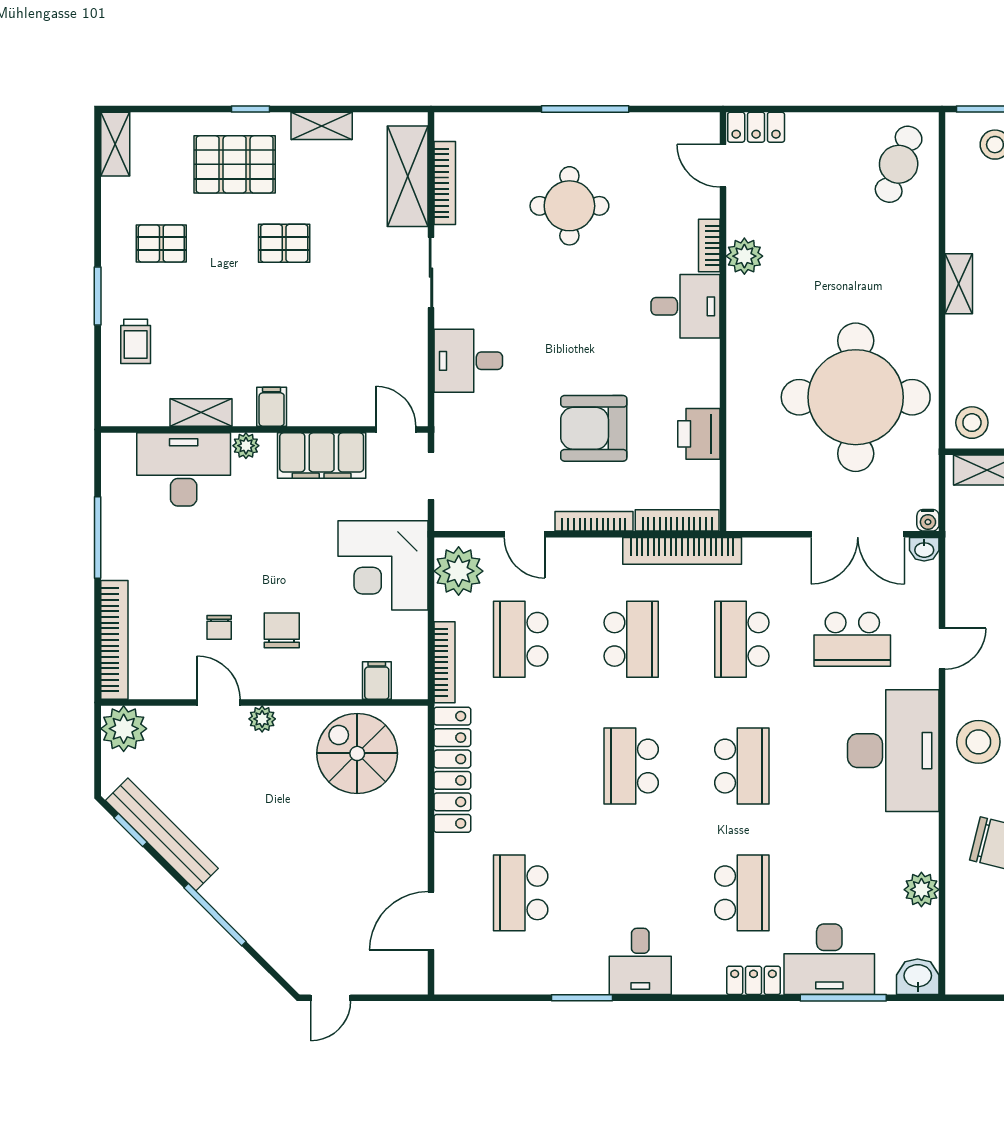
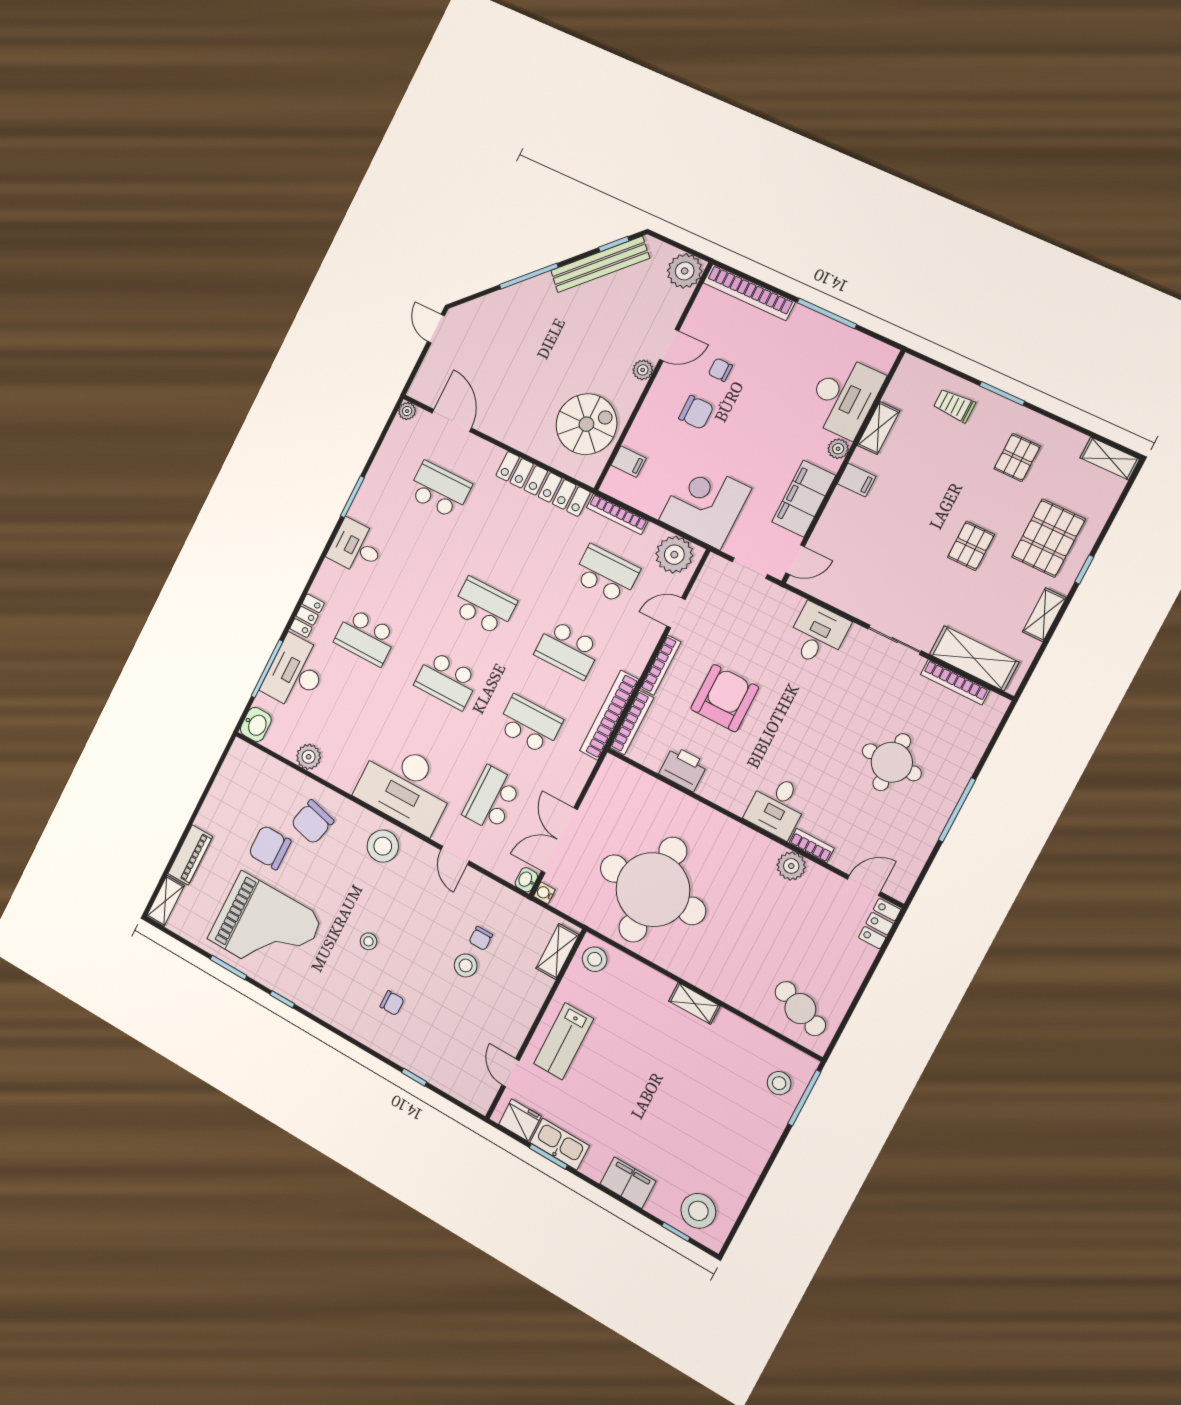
plant: (446, 983) -> (407, 411), added

